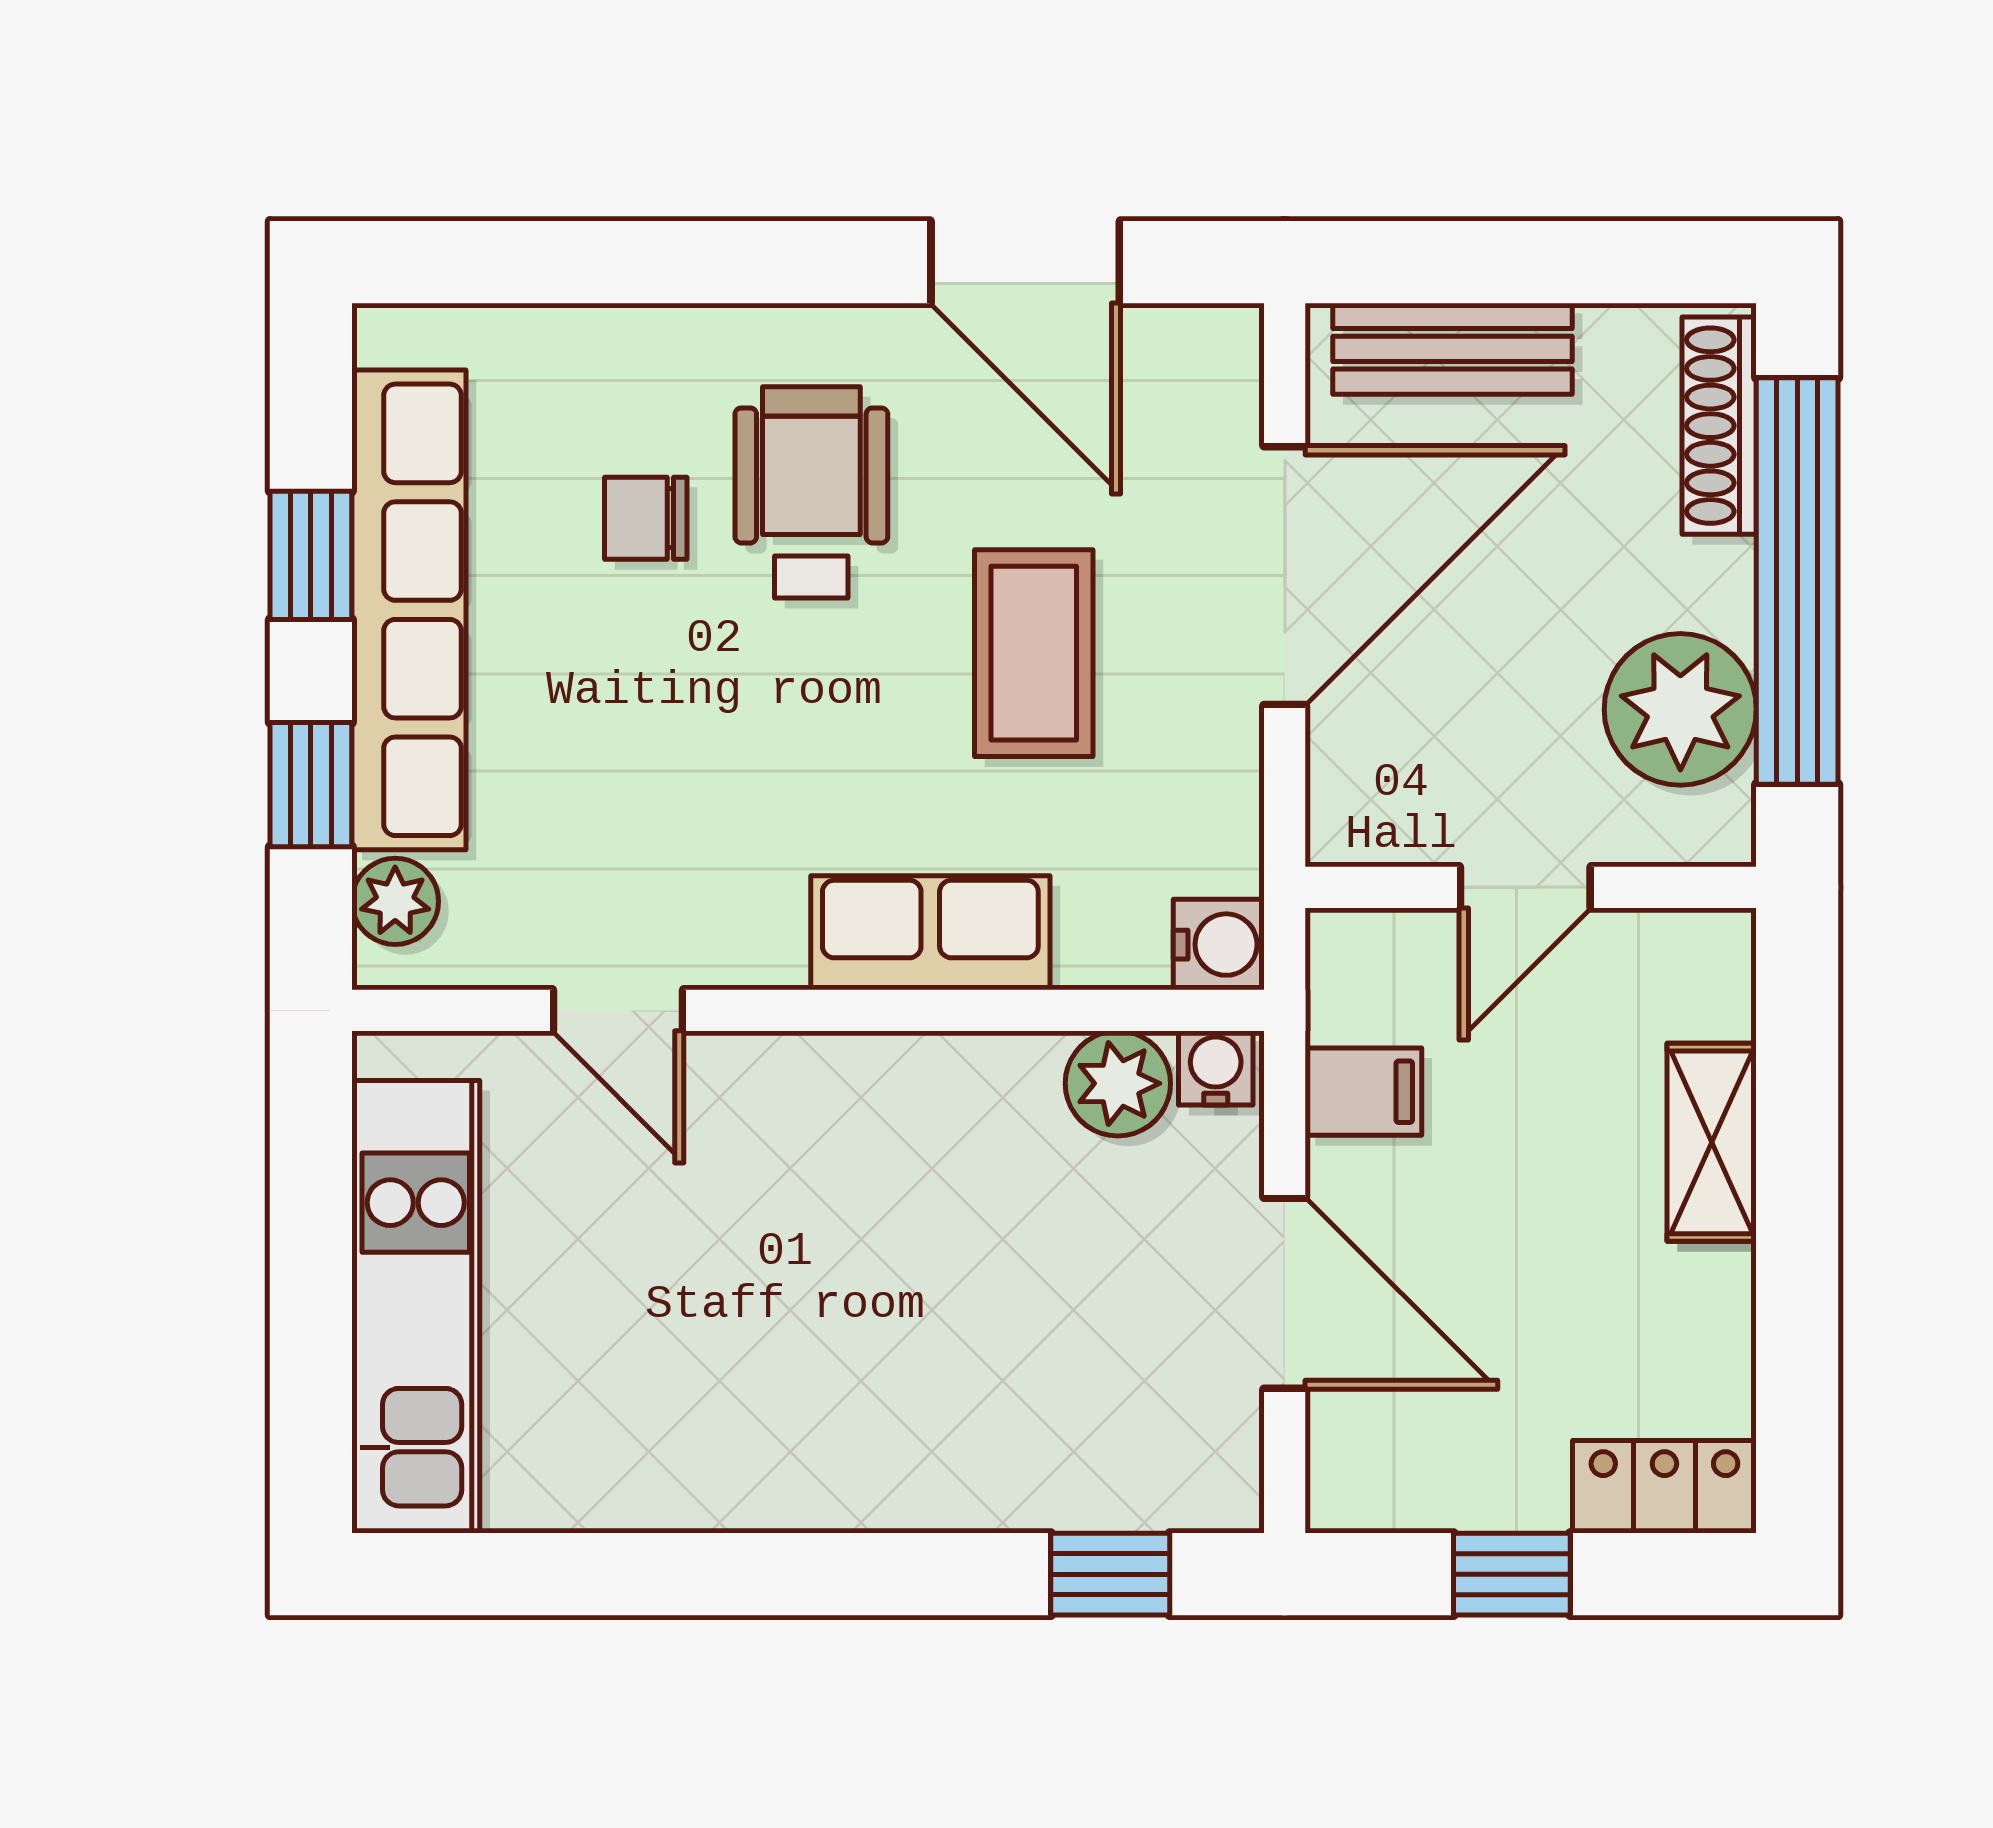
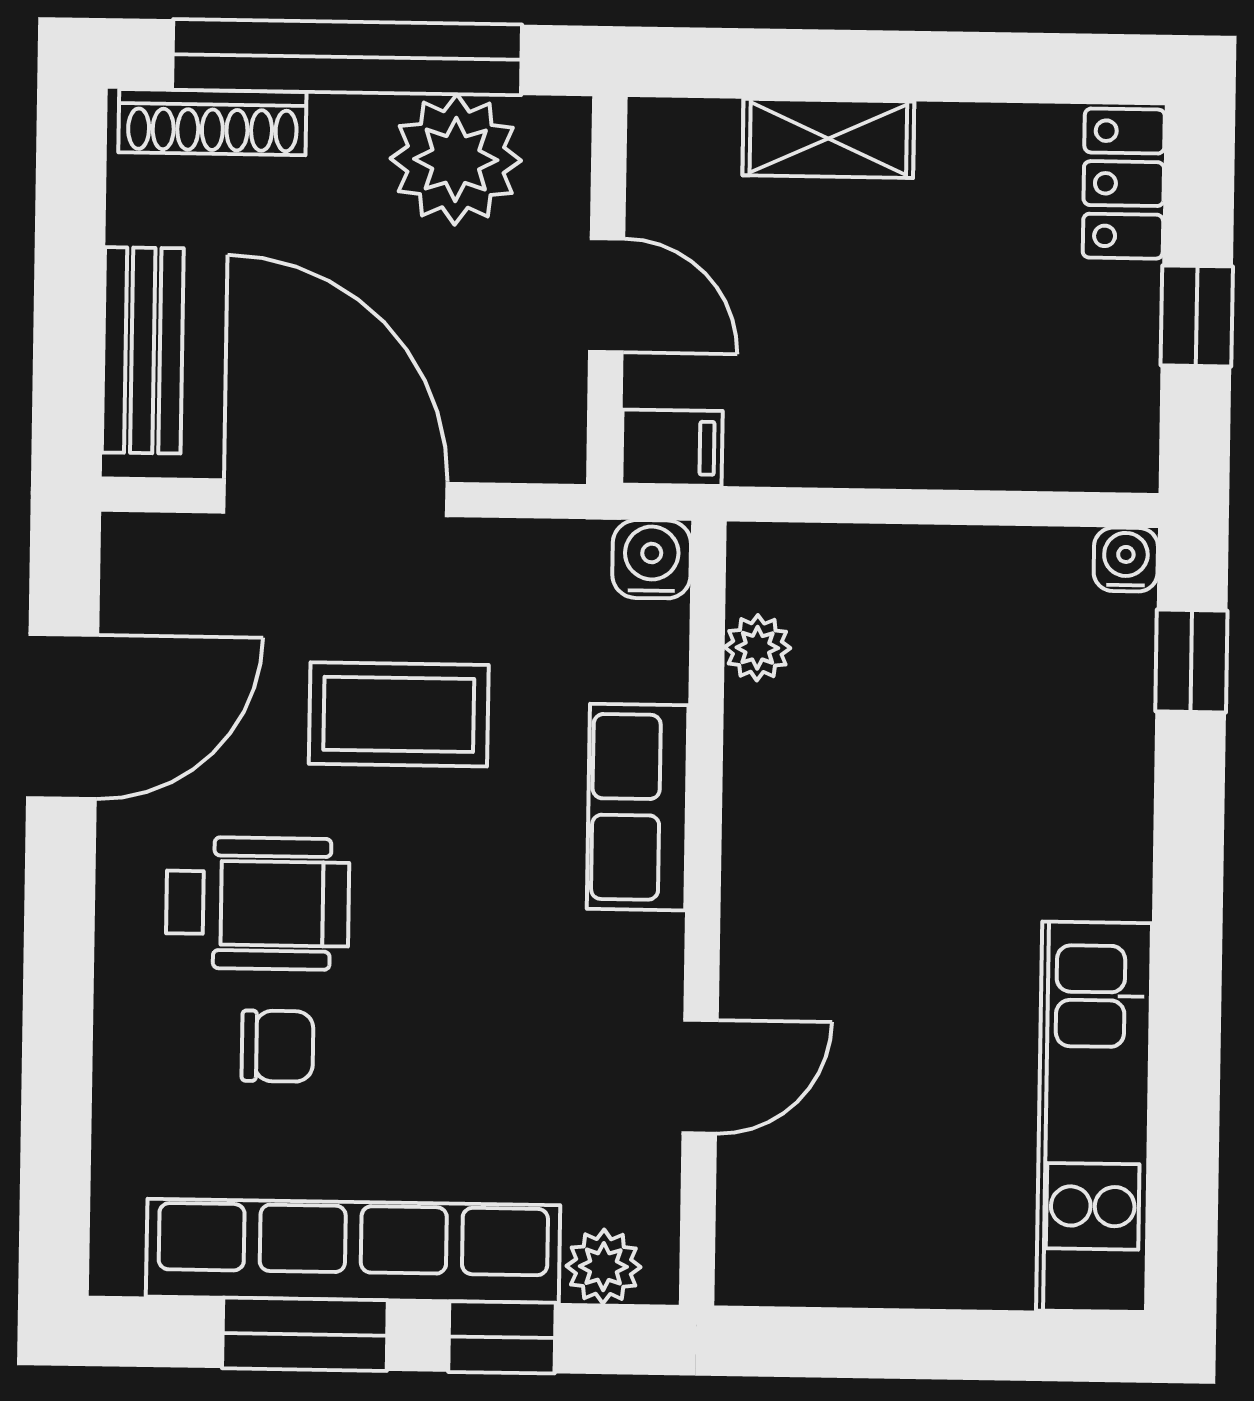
wheelchair: (811, 492) -> (258, 903), turned 180
chair: (646, 518) -> (277, 1046), turned -90
window: (311, 555) -> (305, 1334), width x1.50
water cooler: (1216, 1068) -> (1126, 560), moved, turned 90
plant: (1118, 1083) -> (757, 648), width x0.73, depth x0.73
filing cabinet: (1363, 1092) -> (672, 448), moved, turned 90
door: (1285, 1293) -> (952, 507), removed
kitchen unit: (416, 1307) -> (1094, 1117), moved, turned -90

